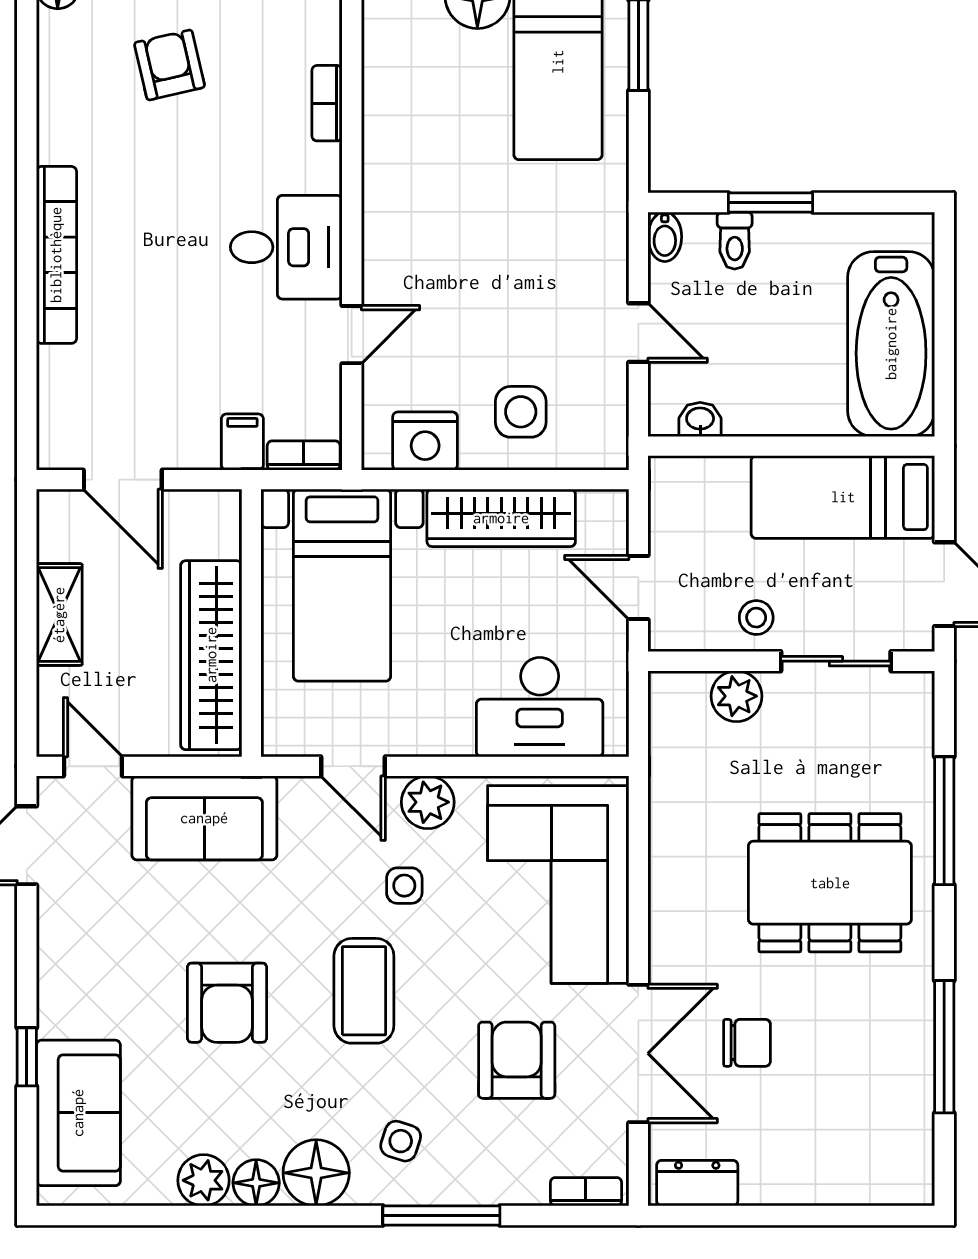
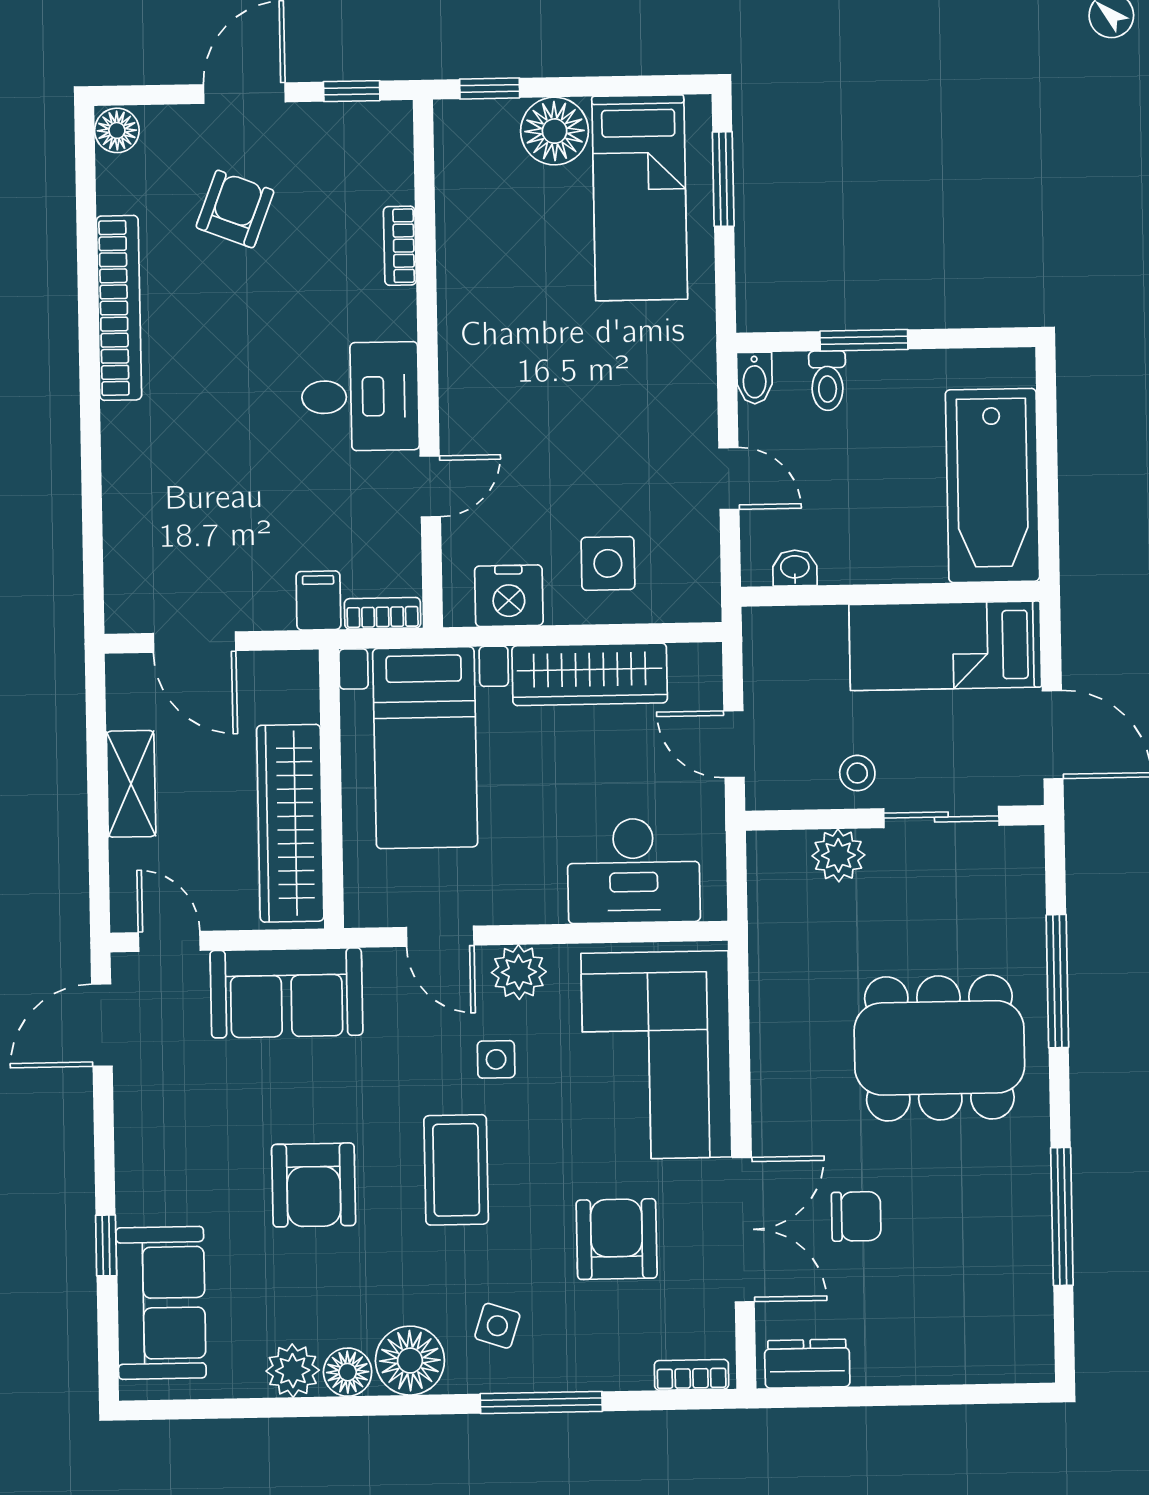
armchair: (170, 65) -> (235, 209), turned 34
bookcase: (56, 255) -> (119, 308), moved

